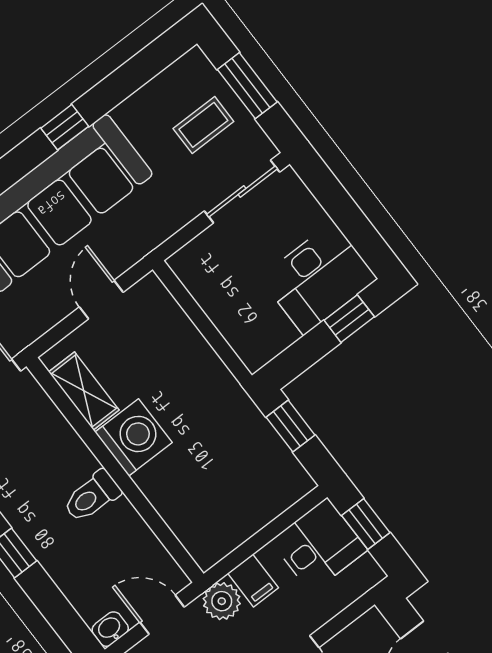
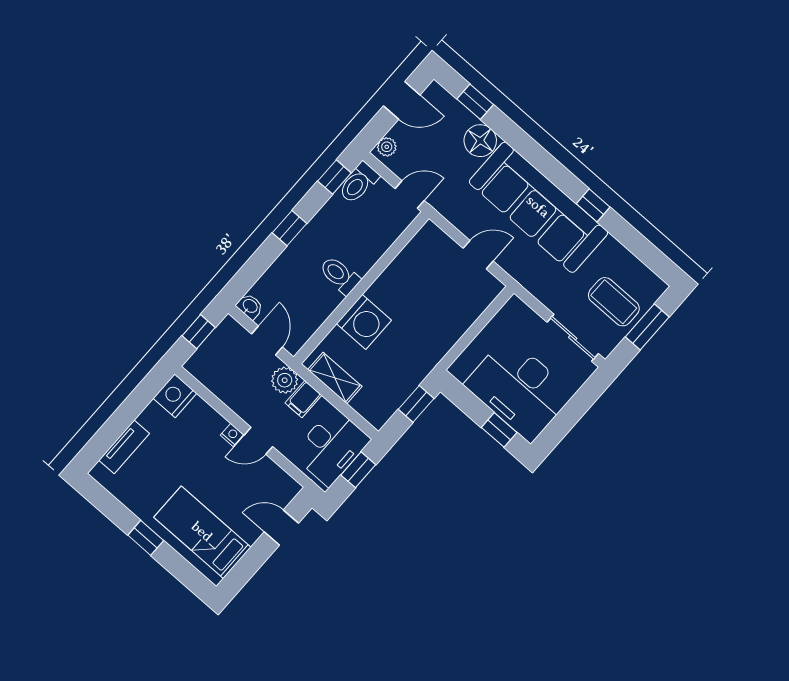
coffee table: (203, 125) -> (614, 302), width x1.36, depth x1.30
desk: (318, 278) -> (519, 389), width x1.36, depth x1.30
shelving: (84, 391) -> (335, 378), moved, turned 90
washing machine: (134, 437) -> (364, 322), moved
desk: (319, 545) -> (331, 447), width x1.37

